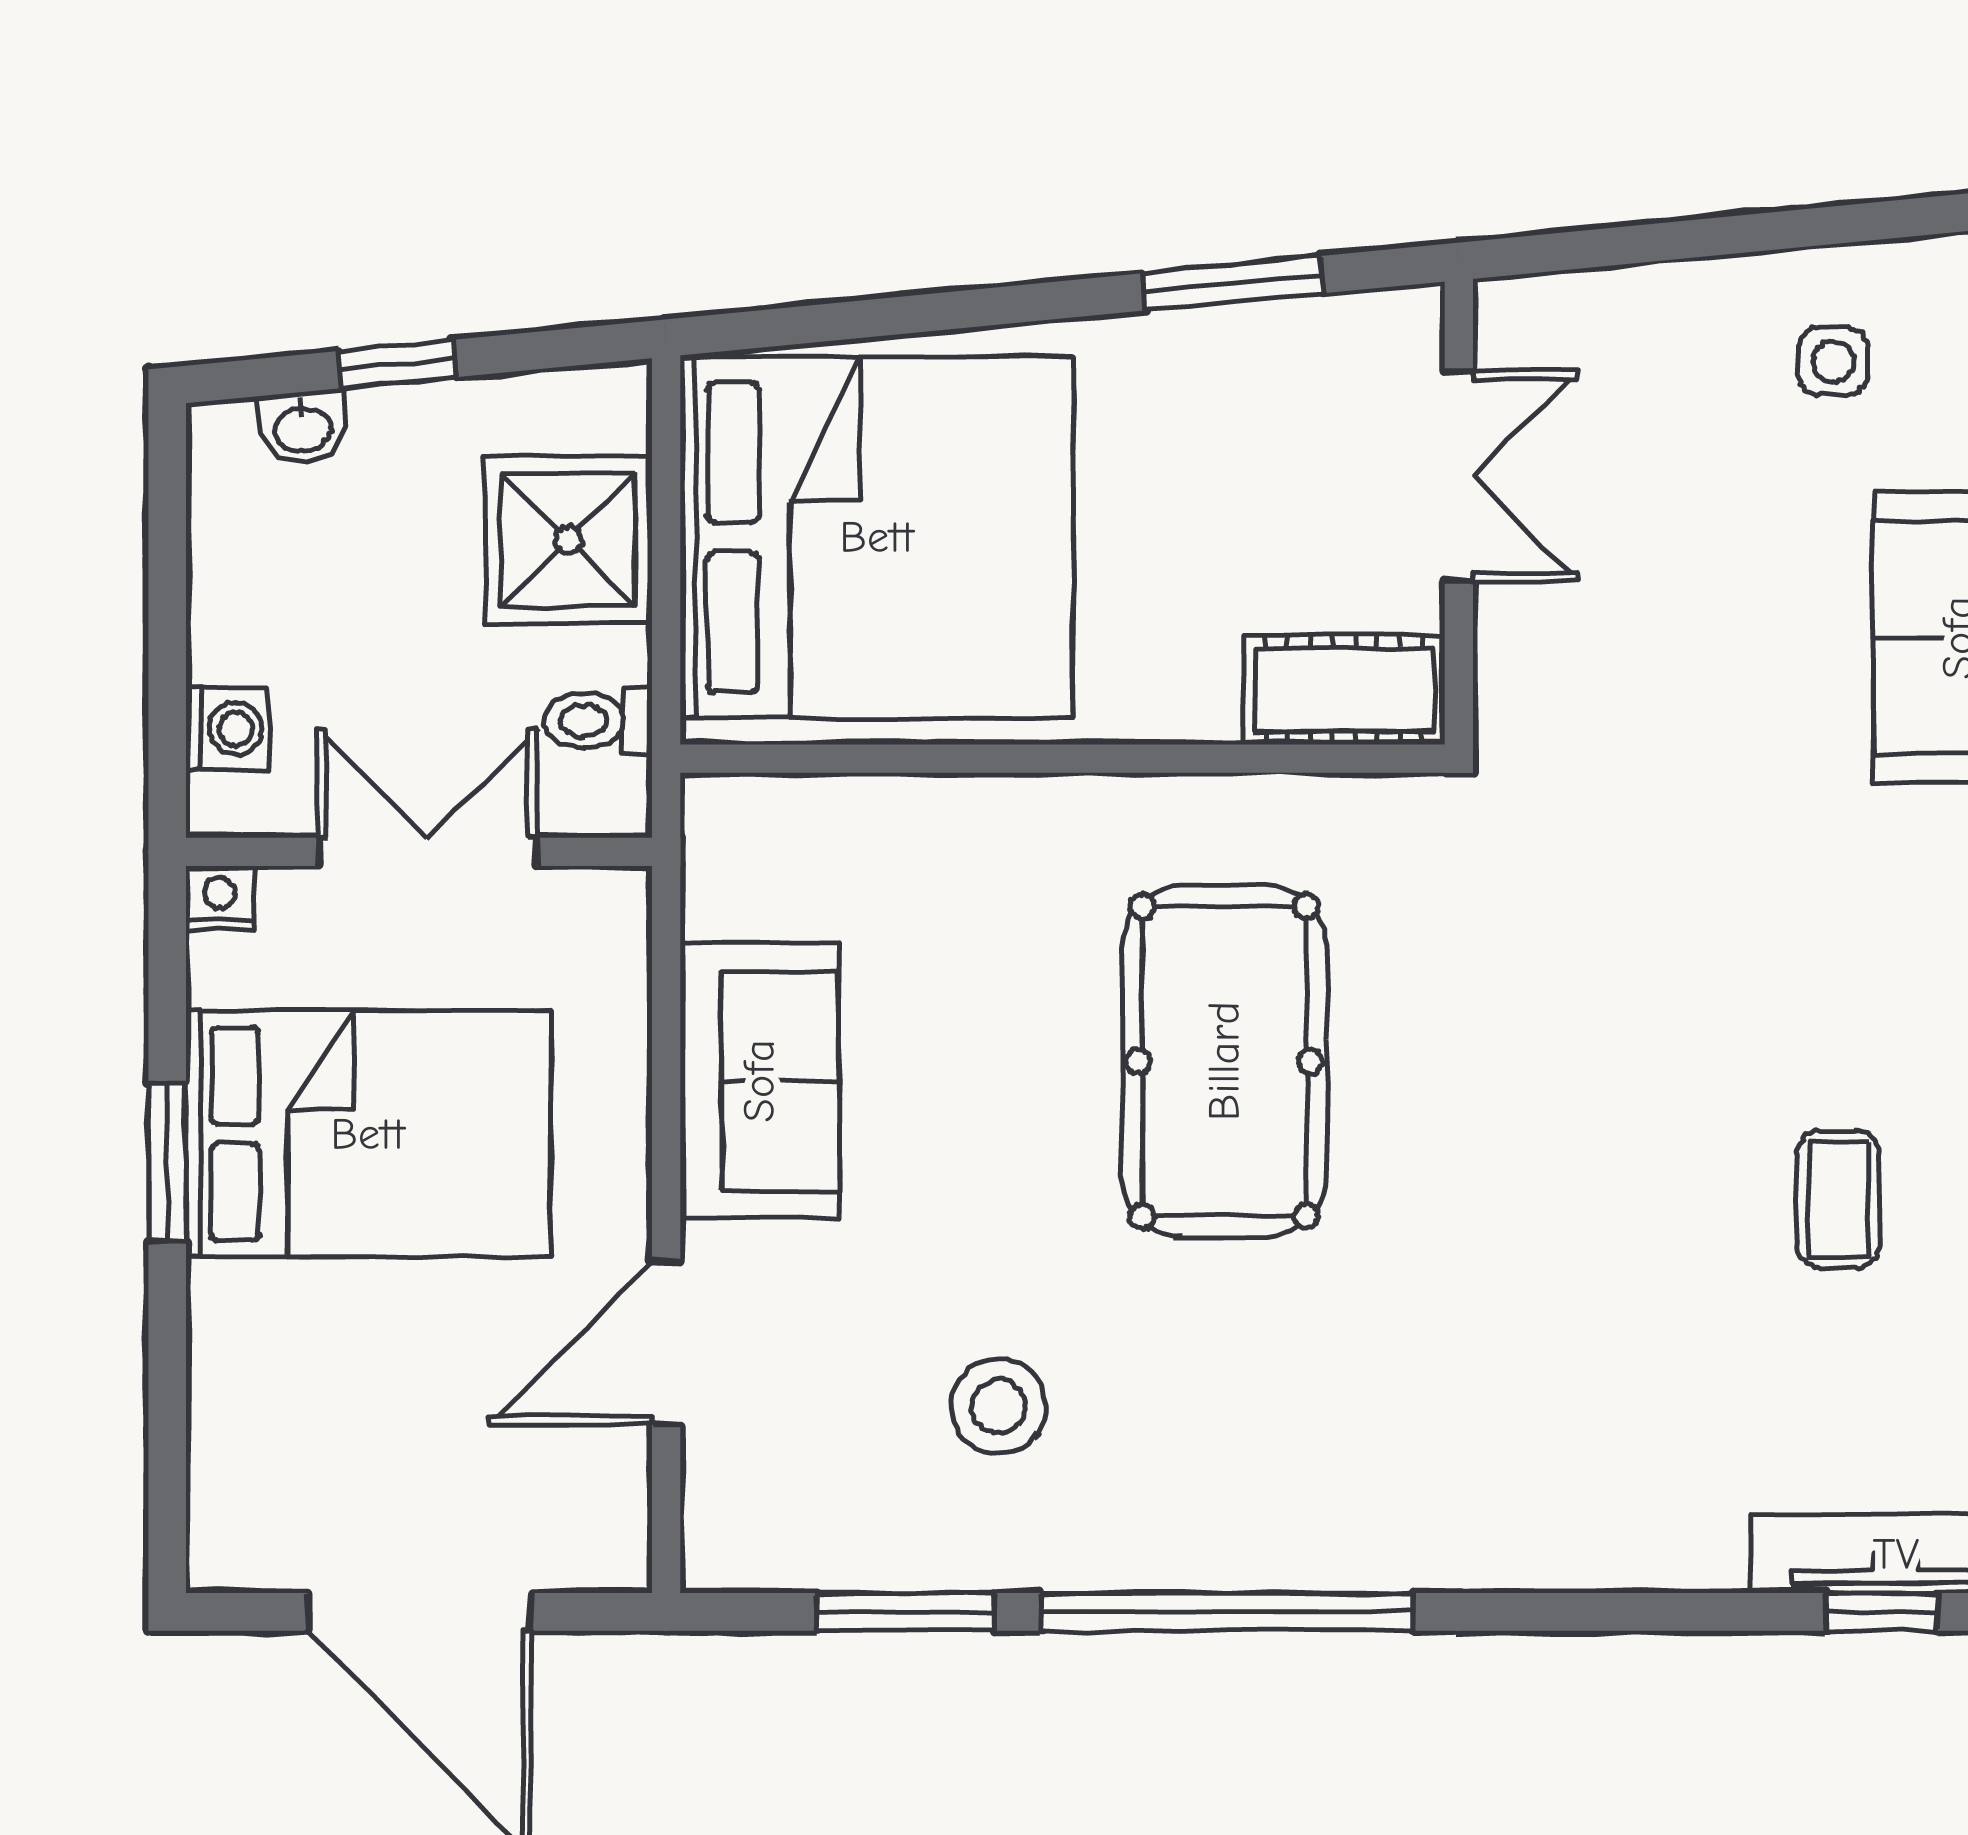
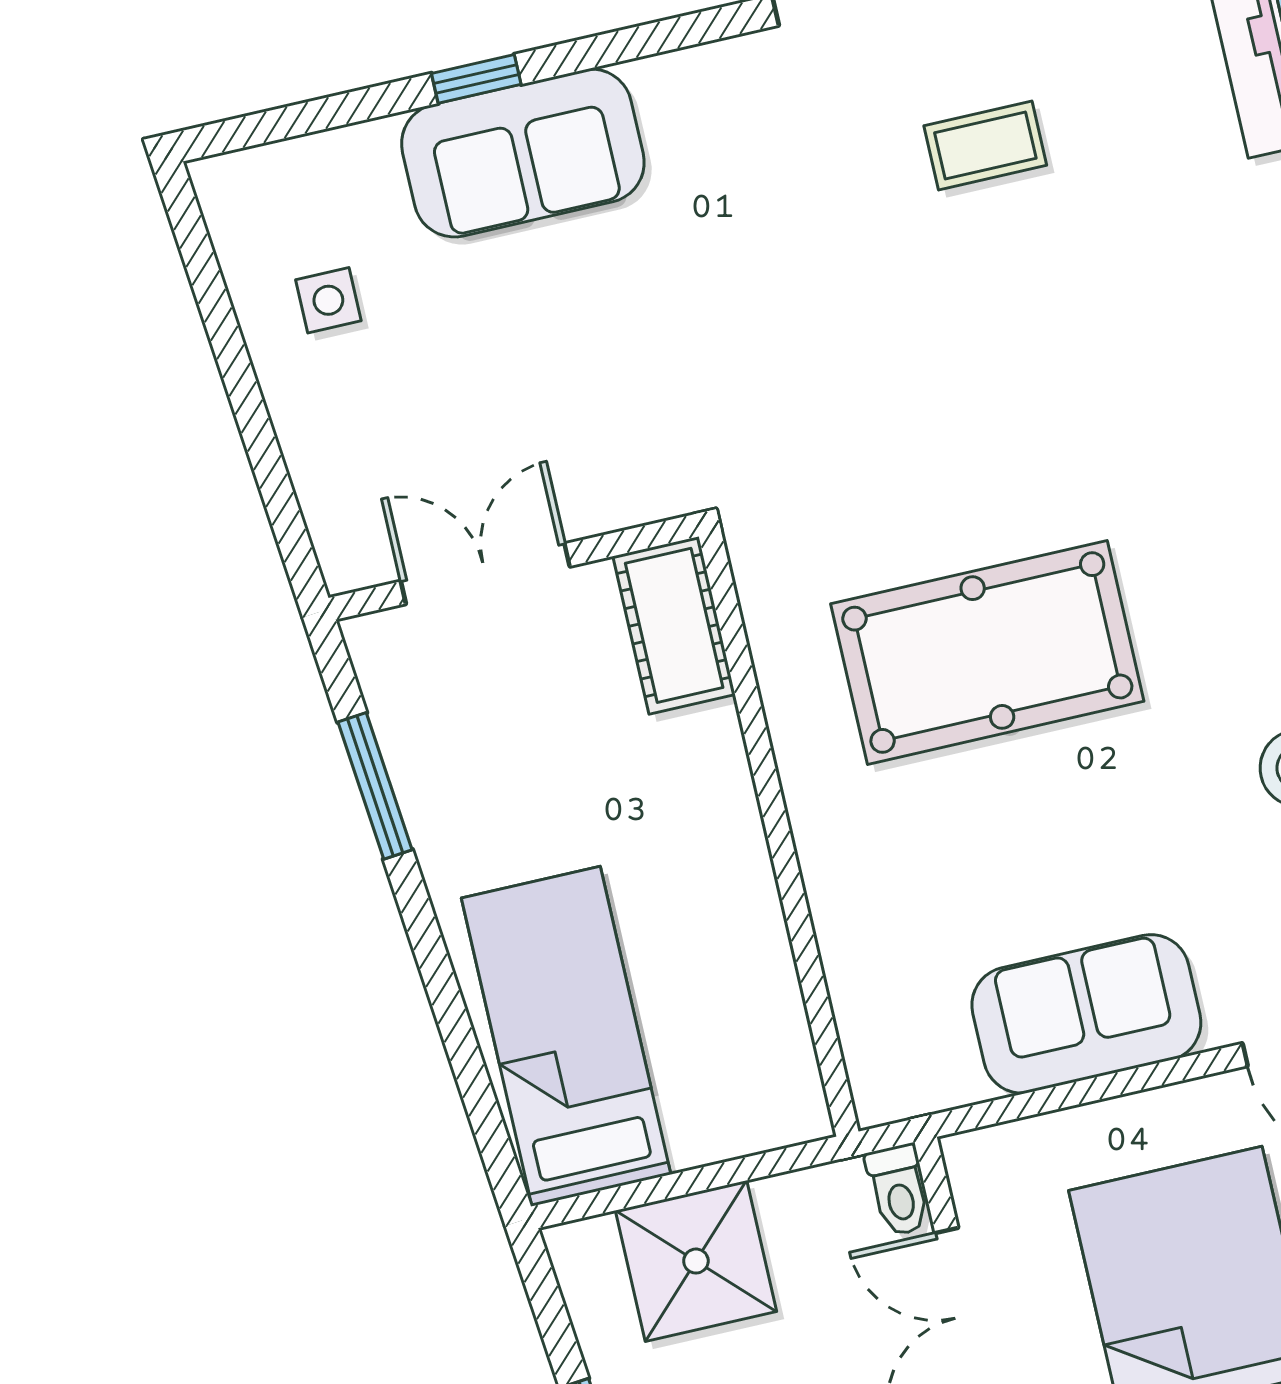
bed: (877, 537) -> (566, 1036), width x0.49
toilet: (598, 721) -> (898, 1190), moved

